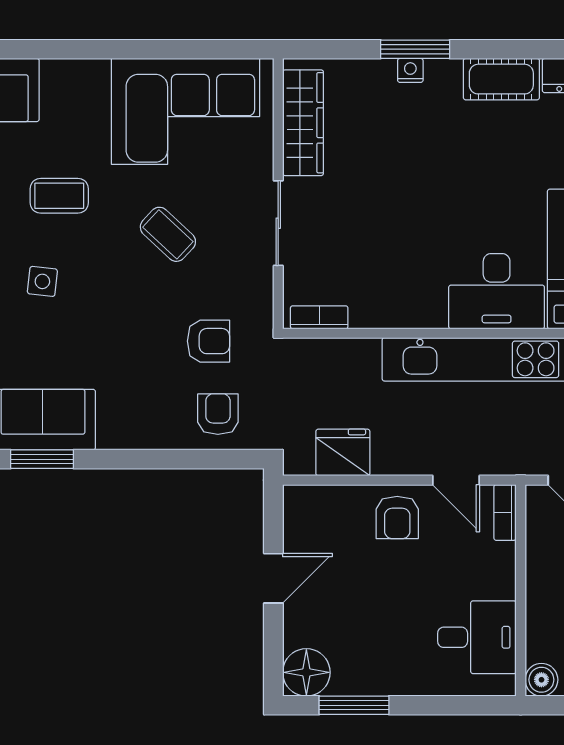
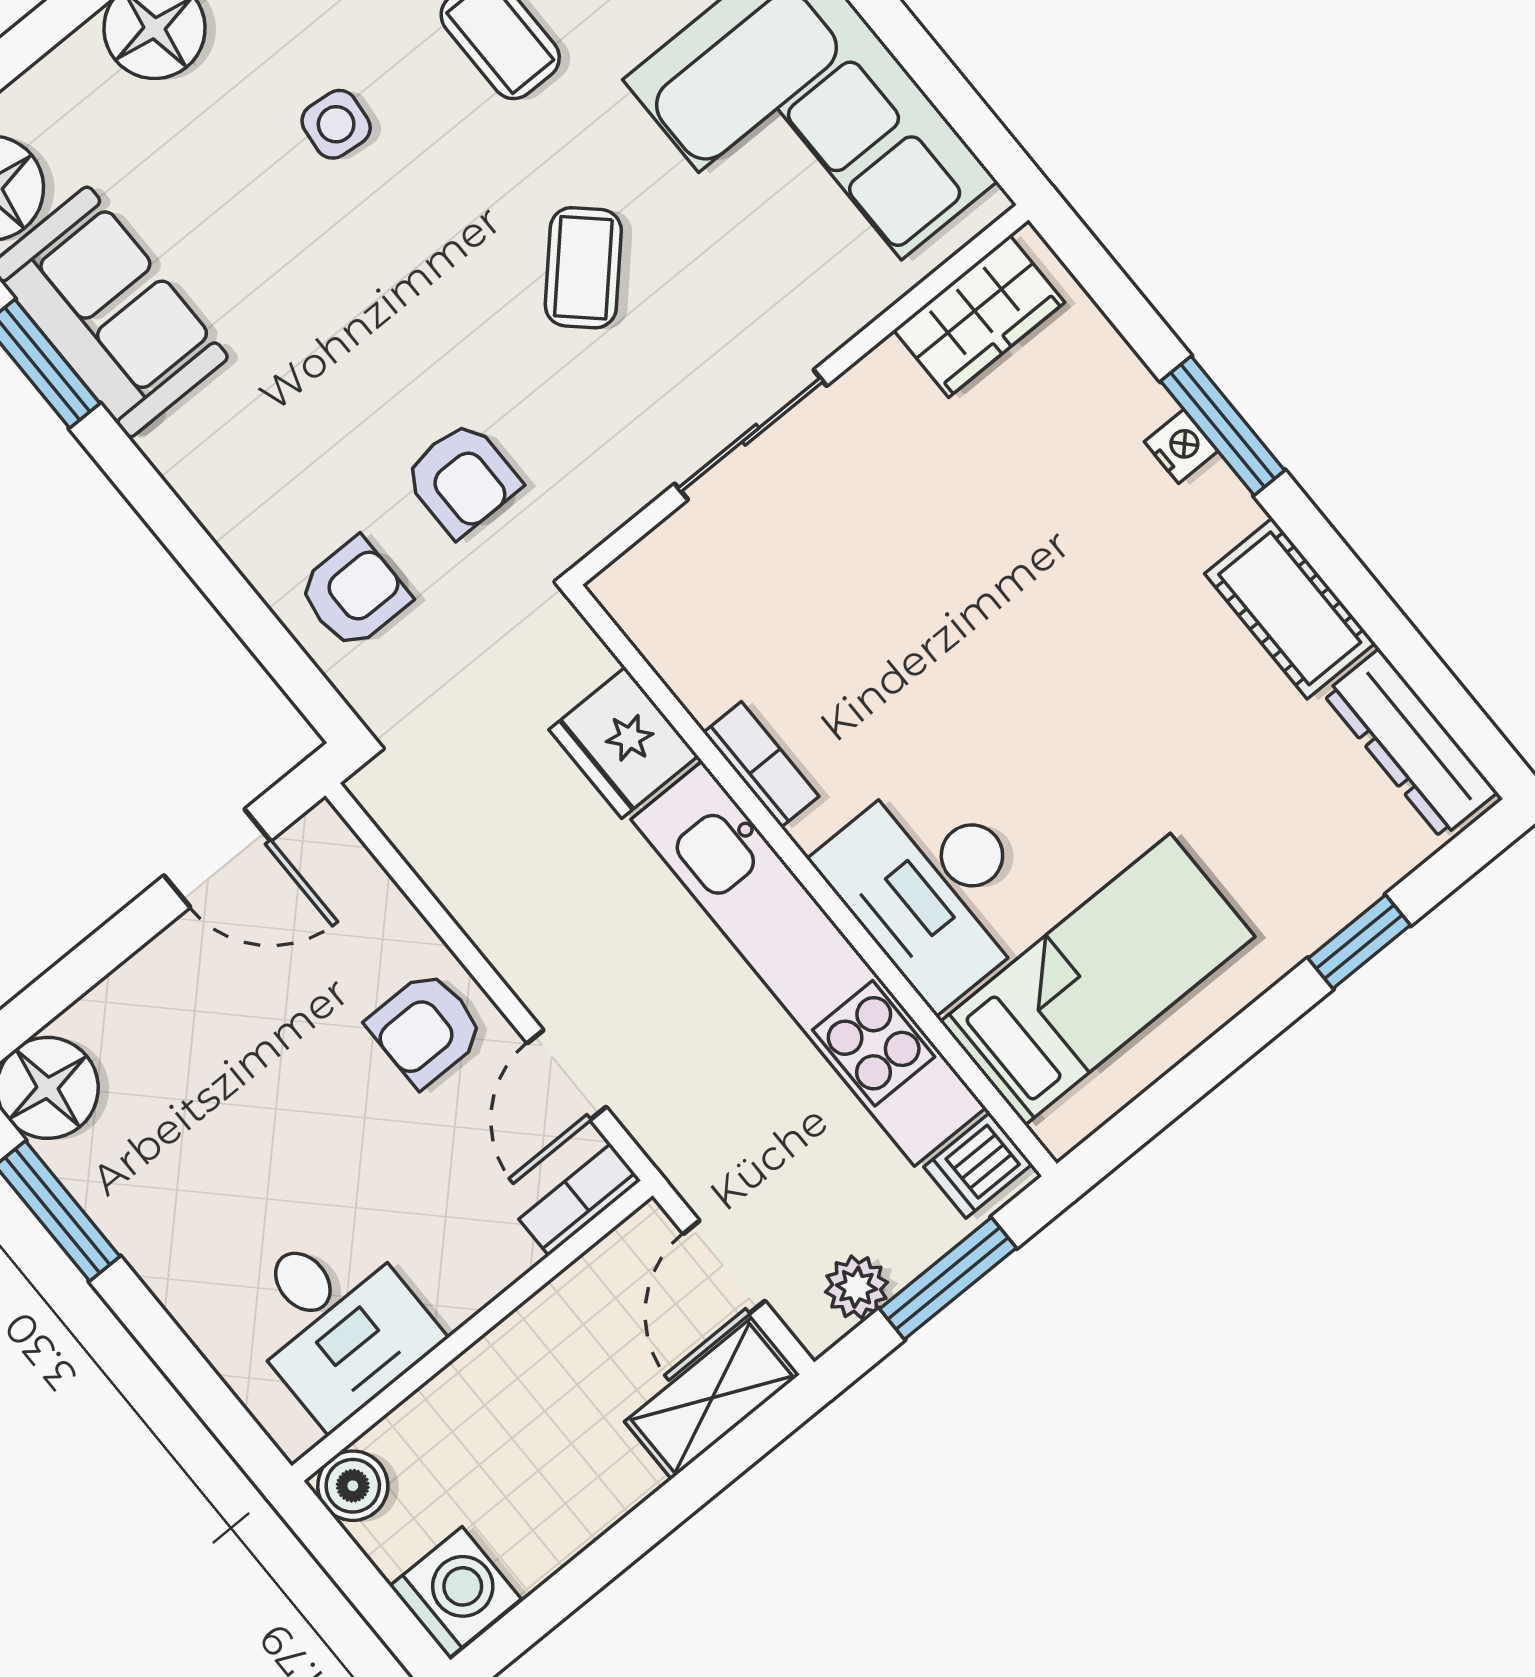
wardrobe: (303, 123) -> (979, 316), width x0.67
bookcase: (319, 317) -> (761, 764), moved
fridge: (343, 452) -> (623, 743), moved, turned 180
door: (273, 578) -> (217, 858), moved

